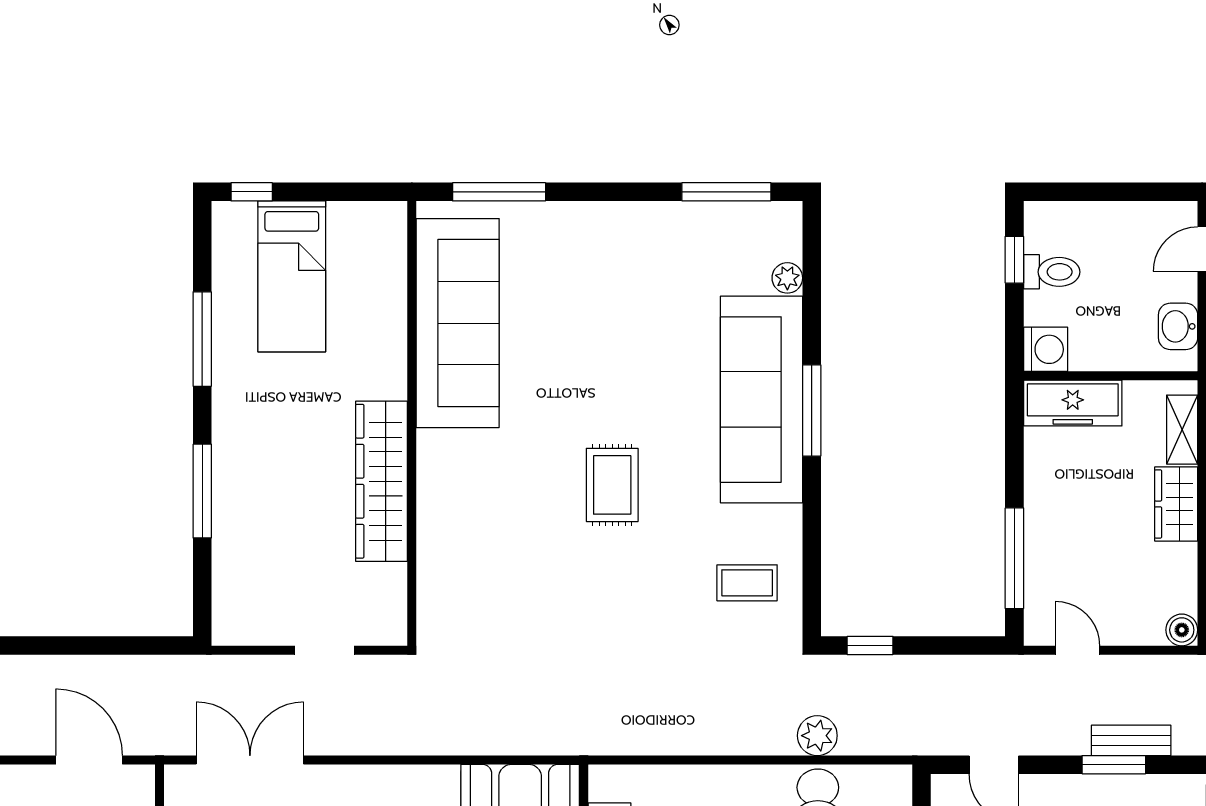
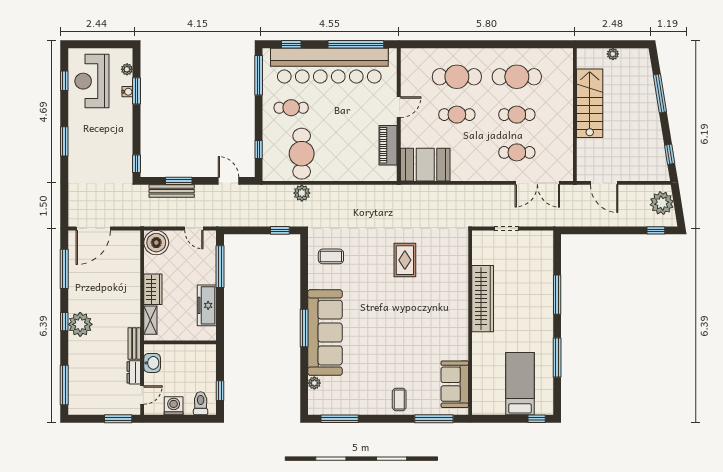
coffee table: (583, 238) -> (399, 399), added
toilet: (1052, 272) -> (201, 403), moved, turned 90
sofa: (458, 323) -> (455, 384), width x0.54, depth x0.79
washing machine: (1046, 349) -> (174, 406), moved, turned 90
freezer: (1073, 403) -> (207, 305), moved, turned -90
rug: (612, 485) -> (405, 260), moved
boiler: (1182, 630) -> (156, 243), width x1.86, depth x1.86
bench: (1131, 740) -> (172, 191), width x1.36

